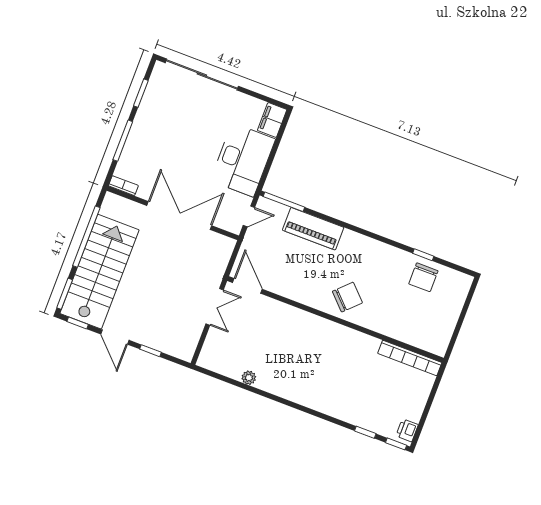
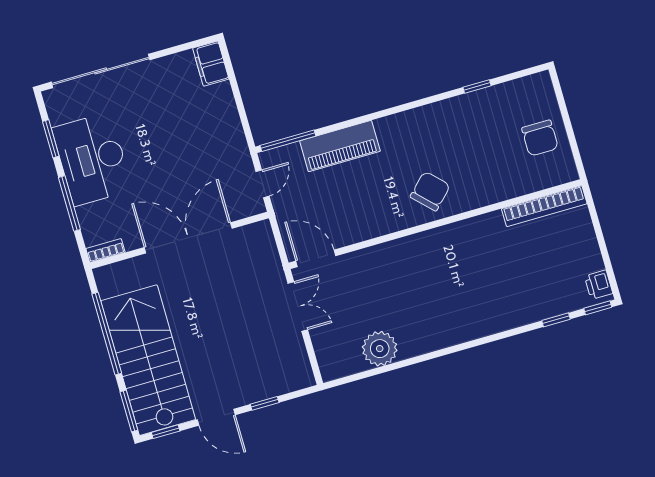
desk: (243, 160) -> (92, 159), moved, turned 180
chair: (423, 277) -> (540, 138), moved
plant: (249, 378) -> (380, 349), width x1.87, depth x1.87

